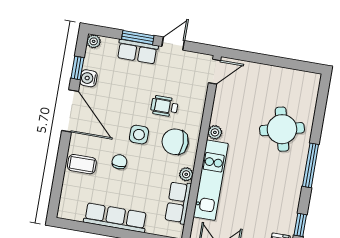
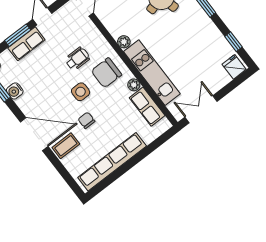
wheelchair: (164, 106) -> (77, 59), turned 180
door: (70, 111) -> (34, 134), moved
row of seats: (115, 218) -> (112, 162), width x1.36

